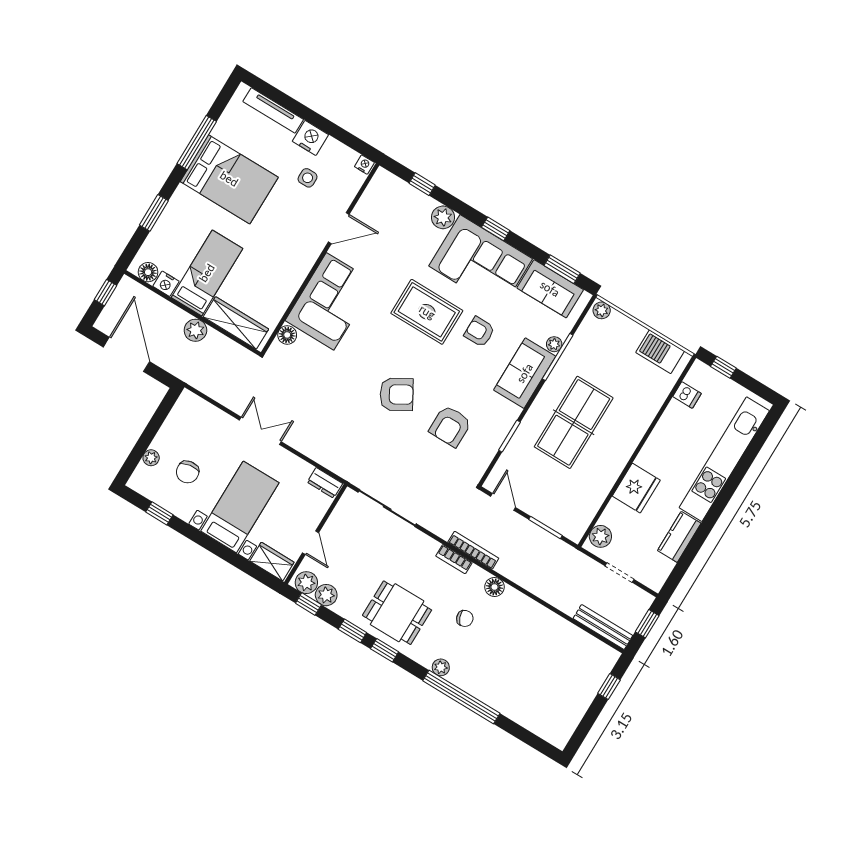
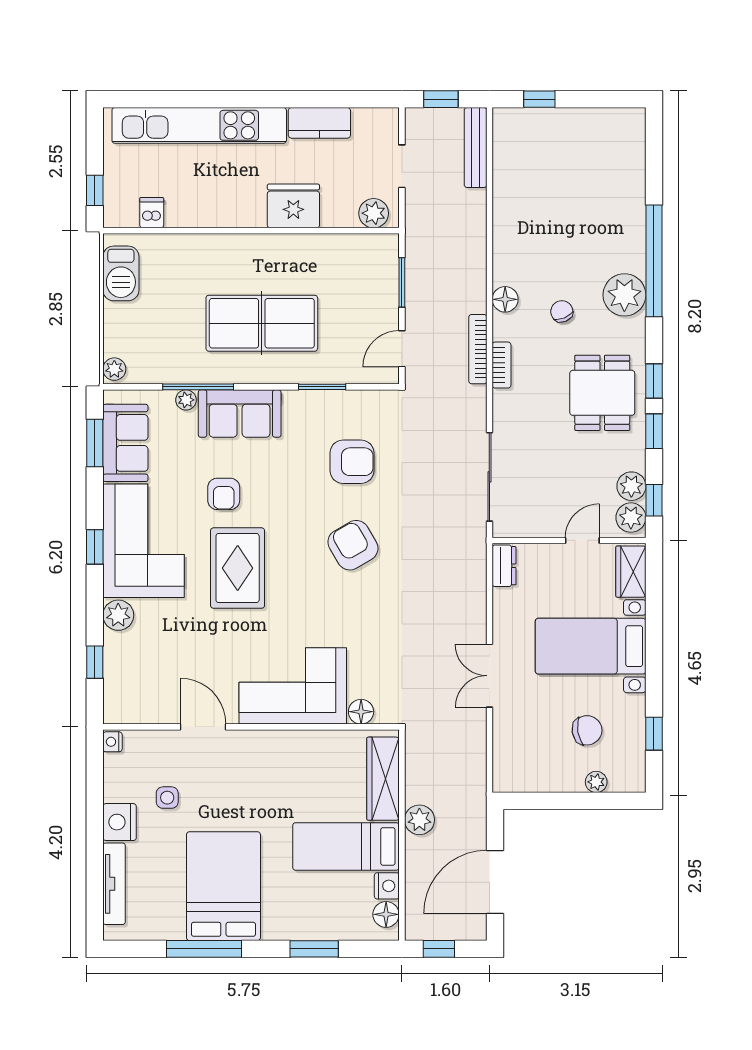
plant: (441, 667) -> (624, 295), width x1.88, depth x1.88

